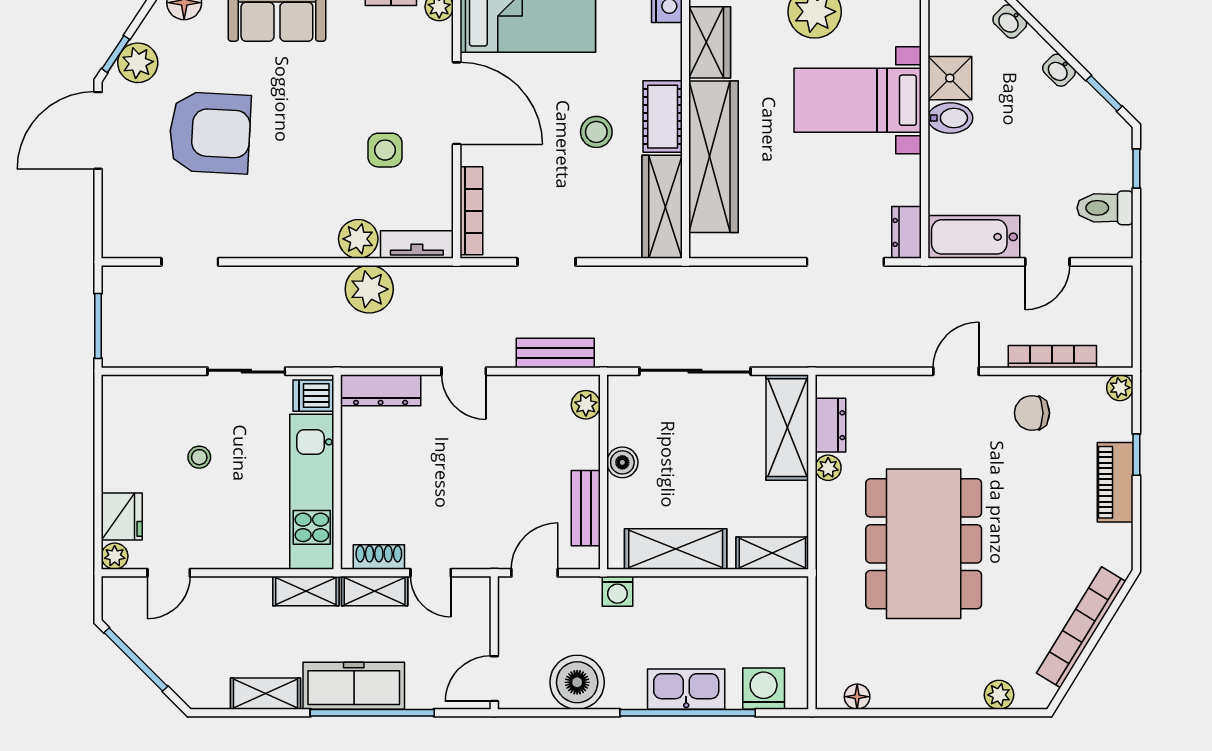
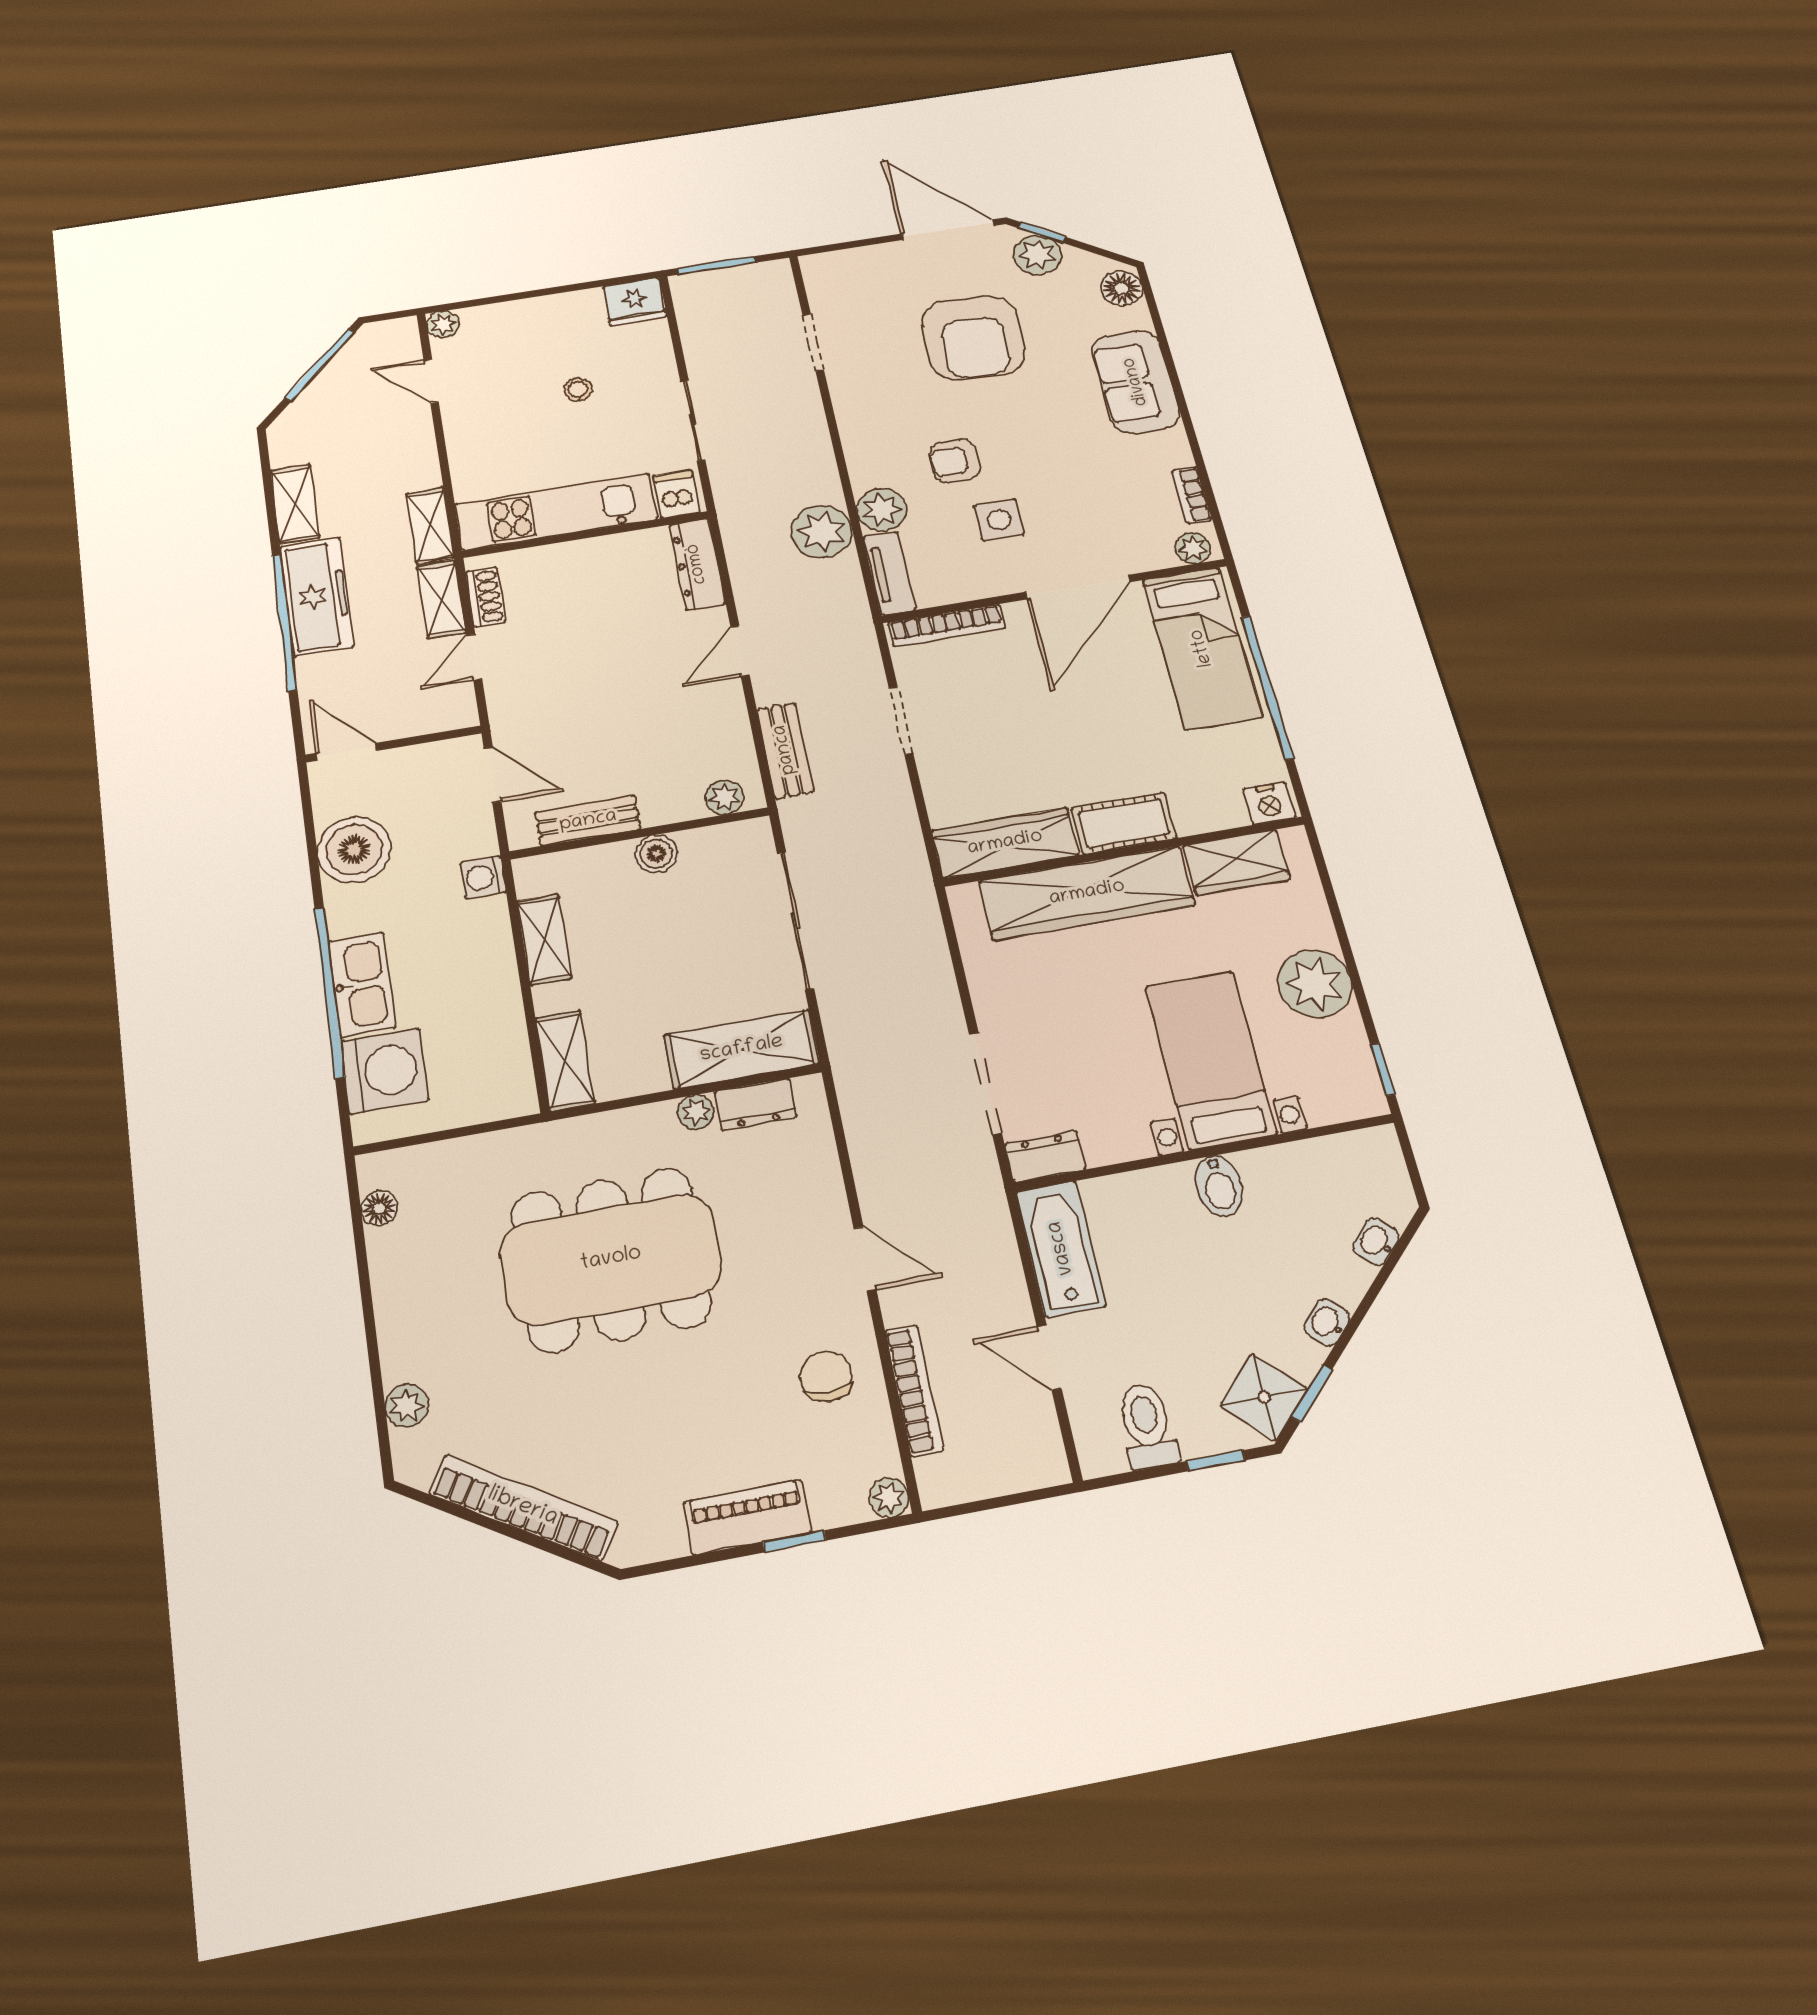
shower: (950, 78) -> (1264, 1397), moved, turned 45
stool: (596, 132) -> (1083, 749), removed
armchair: (324, 173) -> (955, 461), added
fridge: (122, 517) -> (635, 302), moved
shelving: (676, 549) -> (544, 939), width x0.67, depth x0.75
washing machine: (764, 689) -> (384, 1071), width x1.37, depth x1.37

